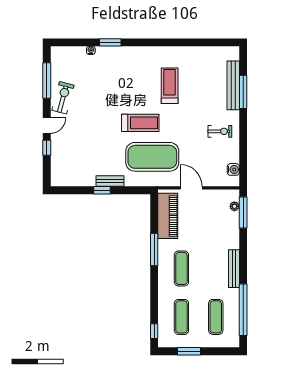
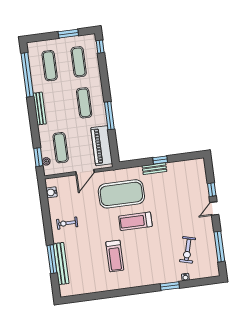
exercise bike: (63, 98) -> (188, 250), moved
door: (191, 188) -> (85, 172), hinge flipped
window: (243, 213) -> (38, 157), width x0.69
exercise mat: (216, 220) -> (61, 148), added

